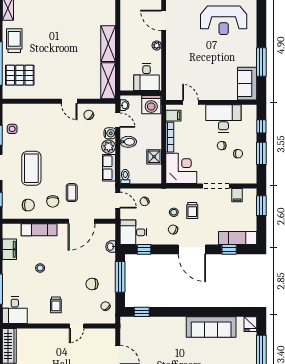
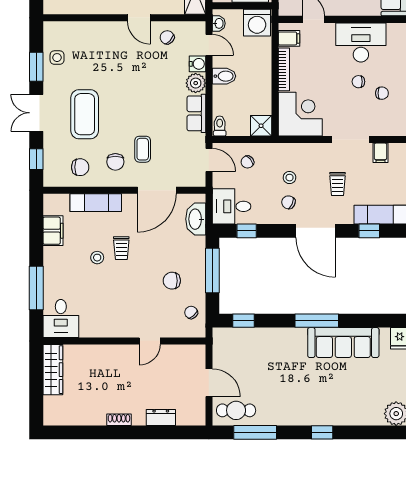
shower: (154, 157) -> (261, 126), moved
trolley: (192, 210) -> (337, 184), moved
washbasin: (111, 247) -> (196, 219), width x1.91, depth x1.45
trolley: (56, 305) -> (121, 248), moved
window: (193, 312) -> (317, 321), added

